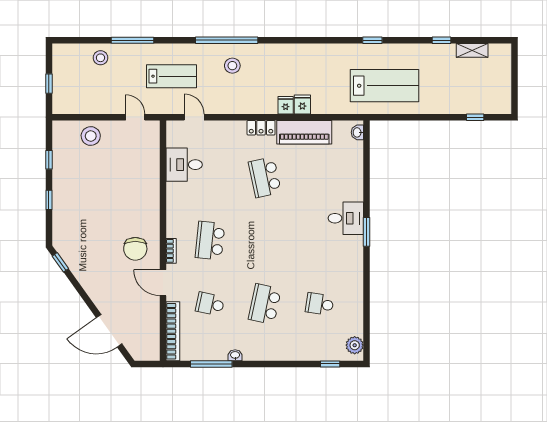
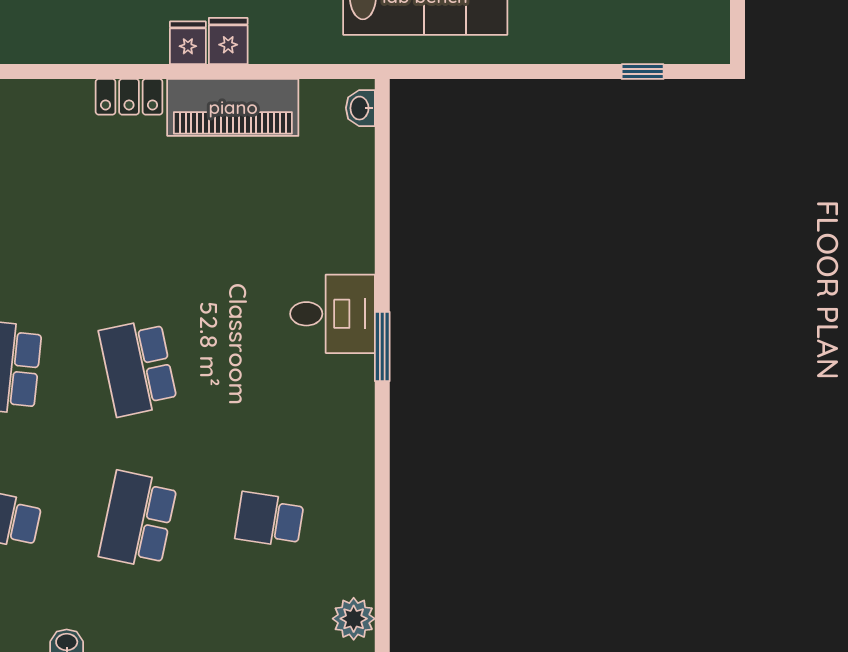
school desk: (265, 177) -> (138, 368), moved

